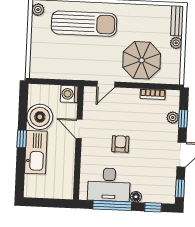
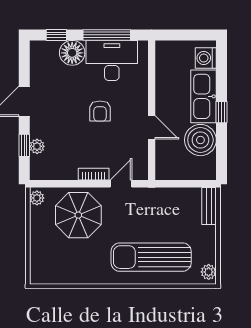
bench: (177, 21) -> (209, 206), moved
plant: (176, 43) -> (37, 198), moved
washing machine: (69, 94) -> (206, 58), moved, turned 180
bookcase: (153, 94) -> (94, 174), moved
window: (180, 188) -> (24, 60), removed
floor lamp: (136, 197) -> (72, 53), width x1.89, depth x1.89

